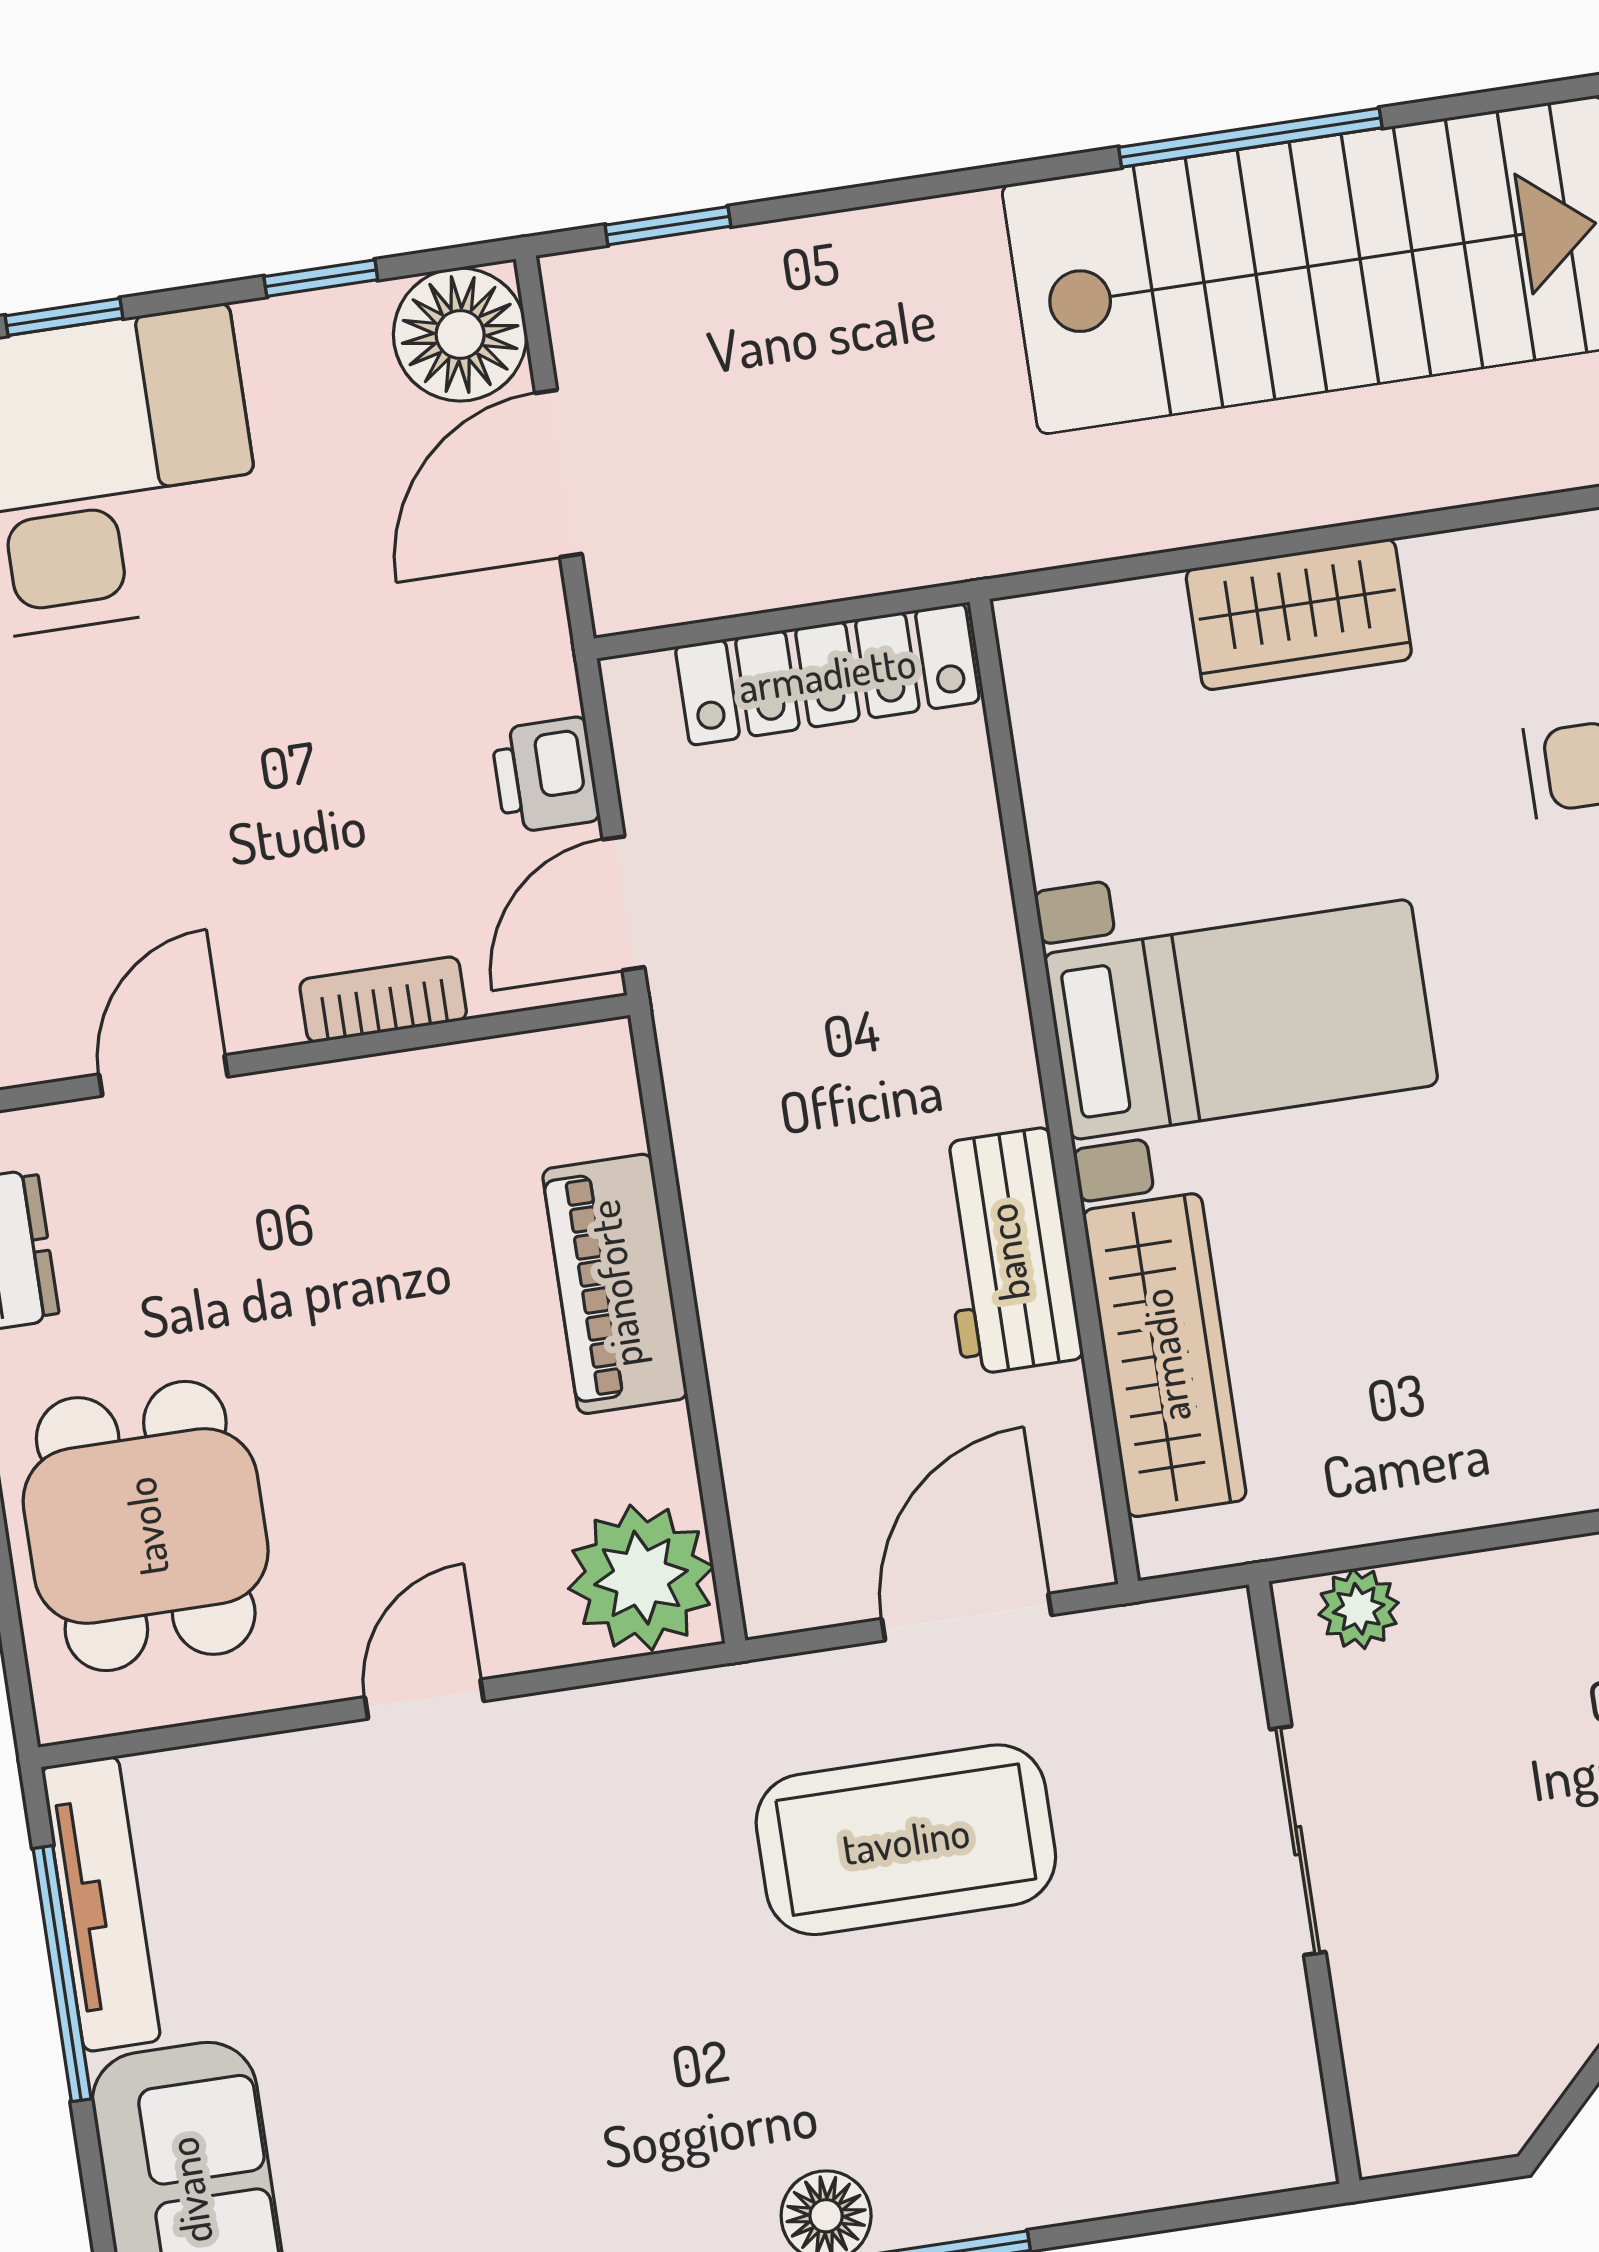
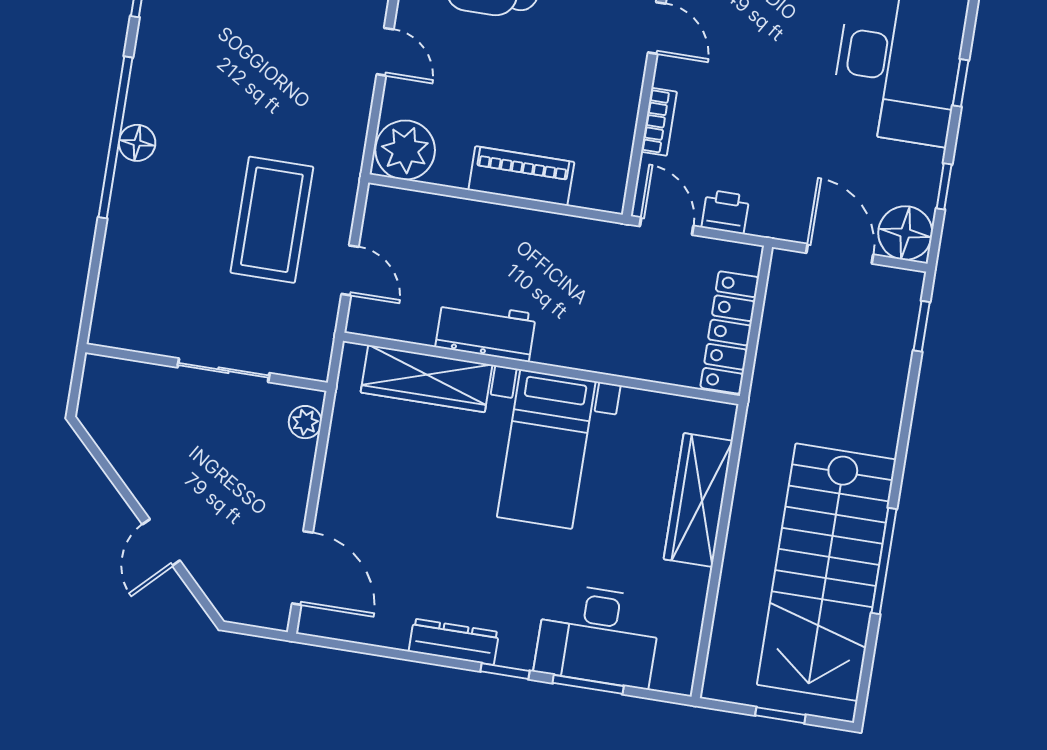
wardrobe: (1299, 614) -> (698, 500), width x1.50
door: (967, 1617) -> (350, 270), width x0.73

